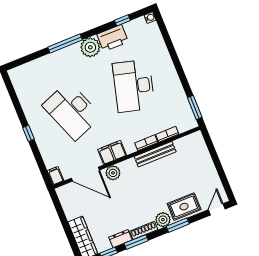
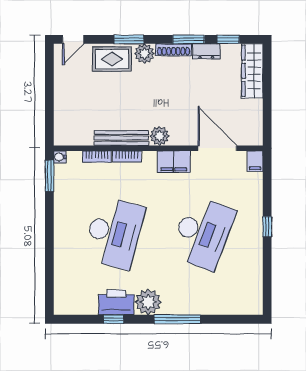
water cooler: (150, 18) -> (60, 157), moved
window: (122, 20) -> (114, 319), moved
desk: (72, 111) -> (203, 233), turned 42
plant: (113, 173) -> (160, 136), moved

